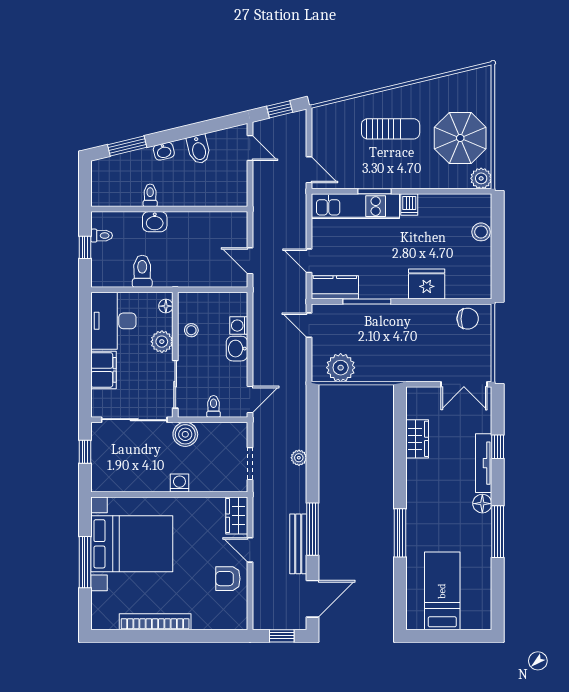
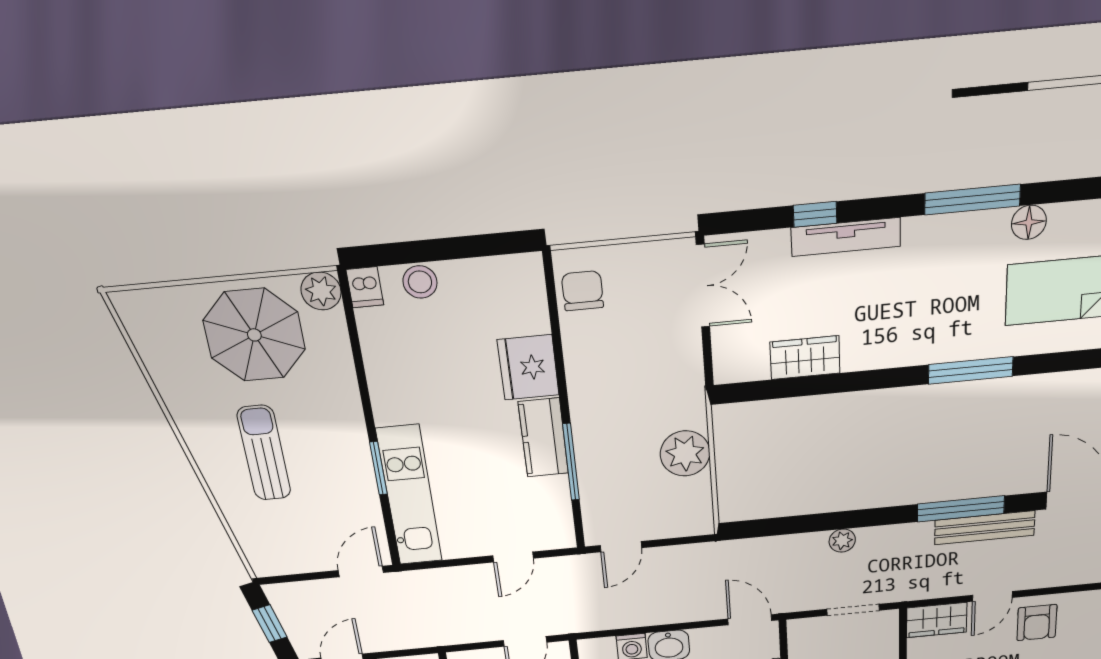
dishwasher: (409, 204) -> (365, 287), moved, turned 90
kitchen counter: (335, 287) -> (543, 438), moved
plant: (341, 368) -> (685, 453), moved
floor lamp: (482, 504) -> (1029, 222), moved

